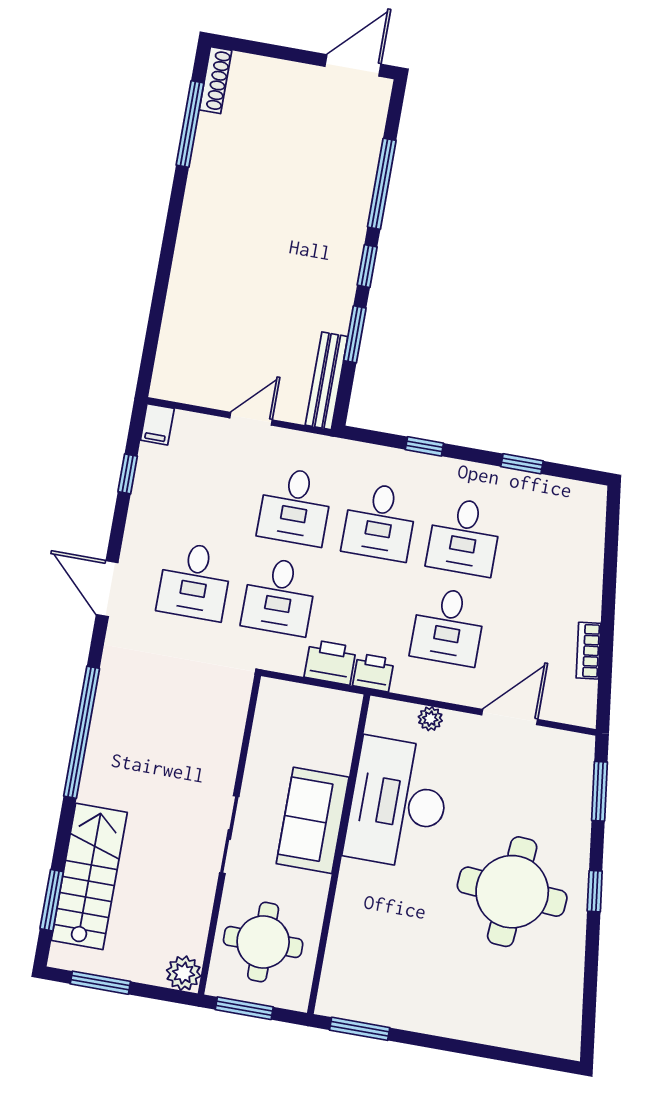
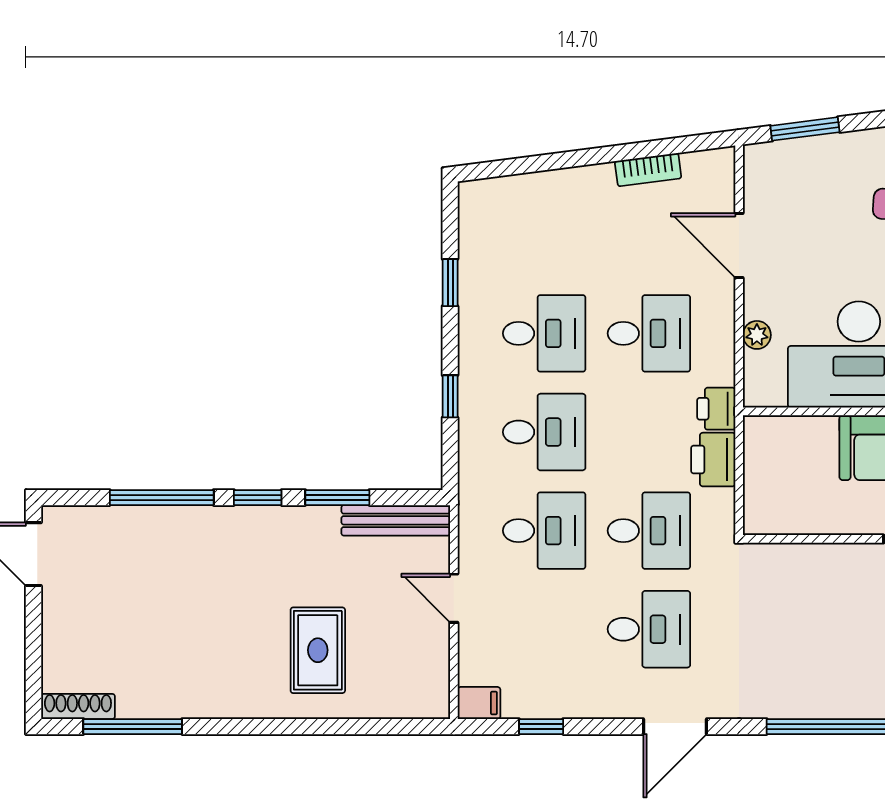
rug: (227, 294) -> (318, 650), added

